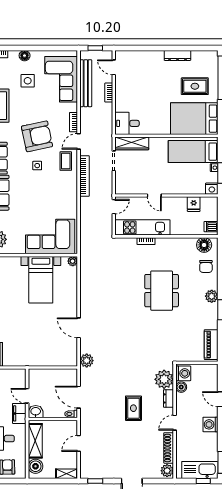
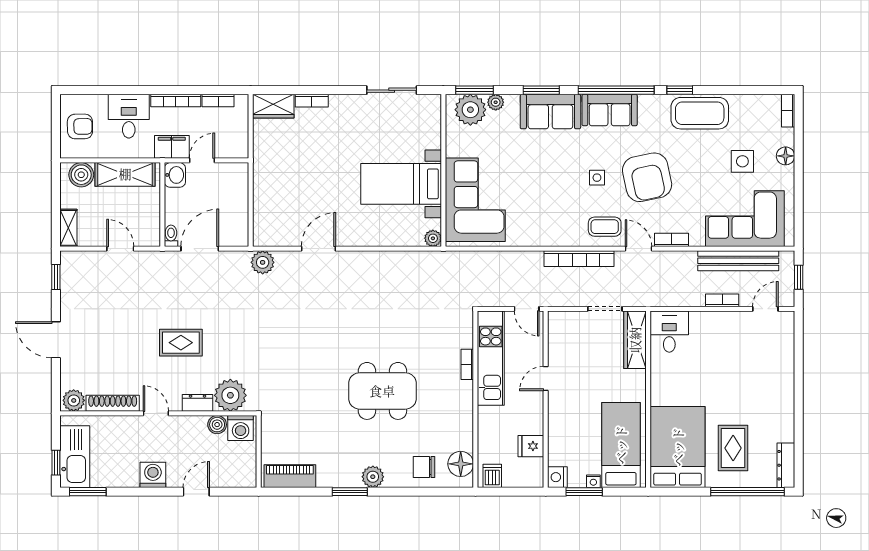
dresser: (177, 55) -> (786, 465), moved

